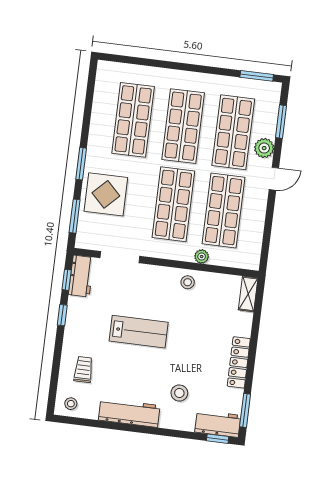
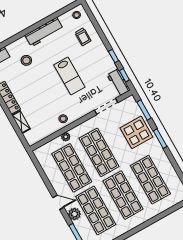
door: (274, 179) -> (58, 202), swing flipped
shelving: (248, 294) -> (21, 122), moved
lab bench: (139, 332) -> (69, 76), turned -90

